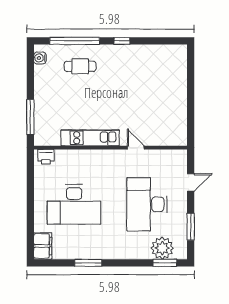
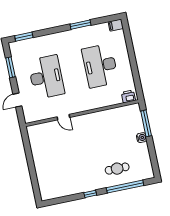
water cooler: (40, 58) -> (142, 138), moved
kitchen unit: (90, 138) -> (99, 117), removed
desk: (74, 204) -> (100, 66), turned -90
filing cabinet: (43, 246) -> (116, 25), width x0.50
plant: (162, 248) -> (28, 47), removed

